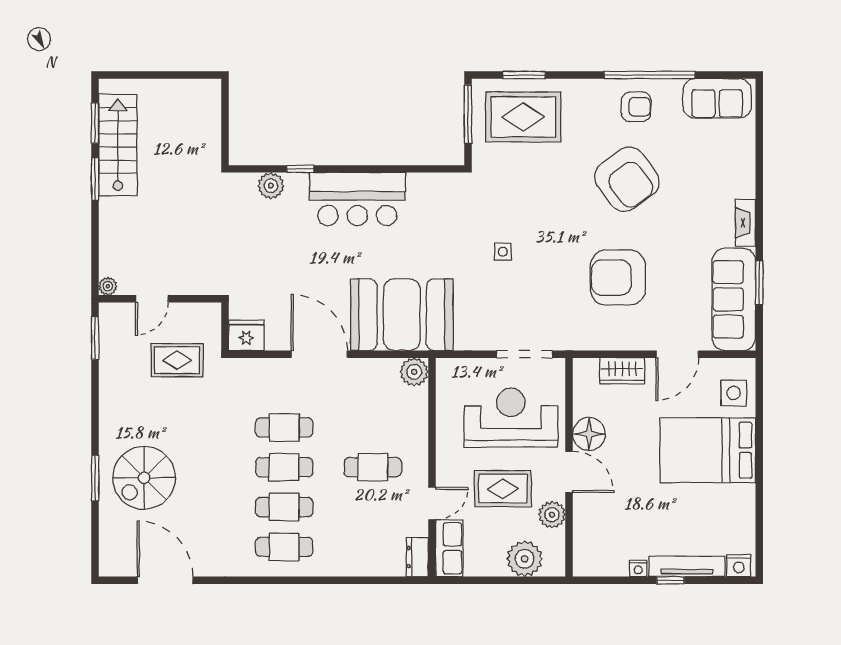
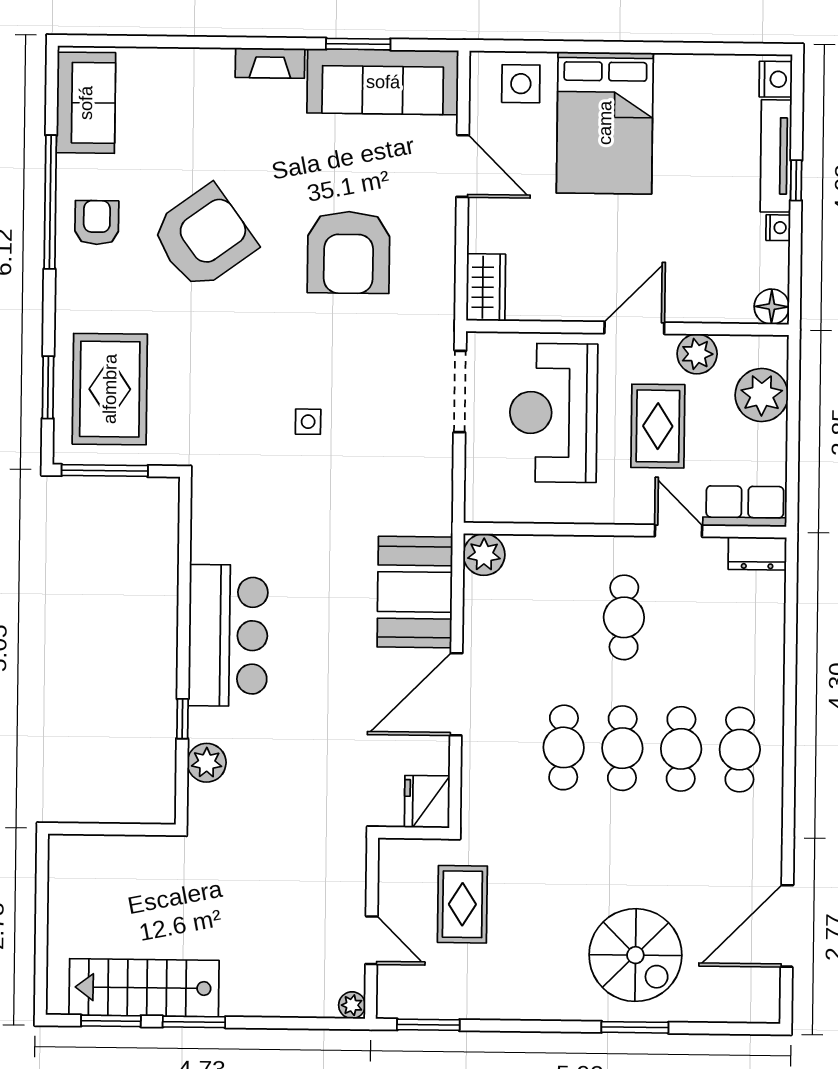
booth: (402, 315) -> (415, 592), width x0.73, depth x0.70
wardrobe: (622, 371) -> (486, 287), moved
floor lamp: (589, 434) -> (772, 307), moved, width x0.73, depth x0.73

